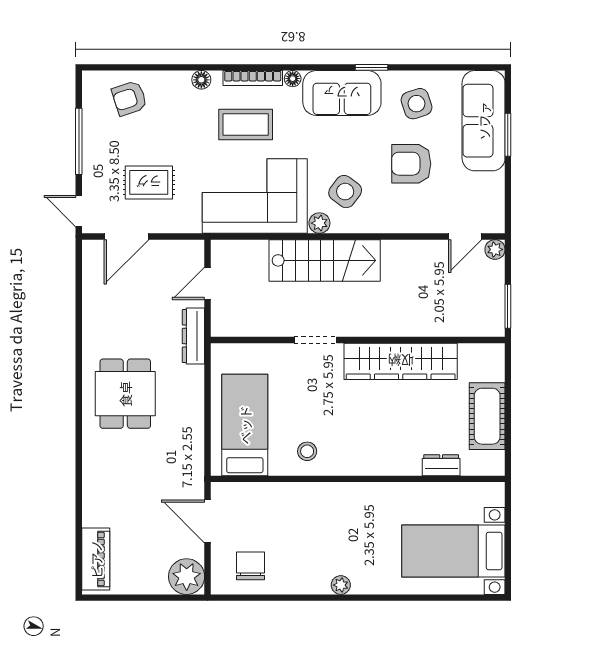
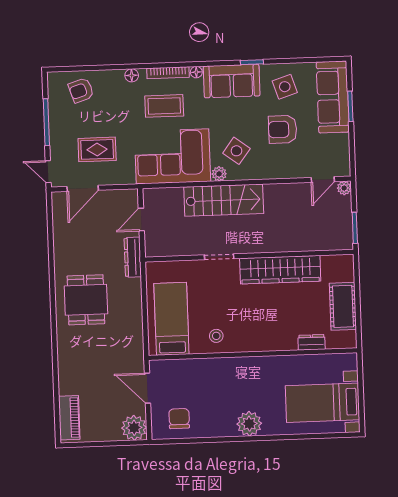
plant: (341, 585) -> (249, 424), width x1.87, depth x1.87

